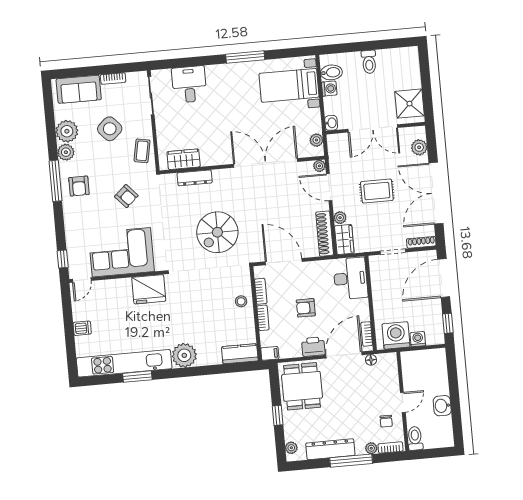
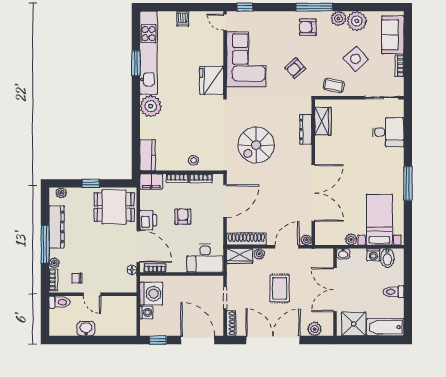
bathtub: (410, 68) -> (385, 327), added
plant: (316, 140) -> (351, 239), moved
spiral stairs: (217, 232) -> (256, 145), turned -90
filing cabinet: (270, 353) -> (151, 181), width x2.00

